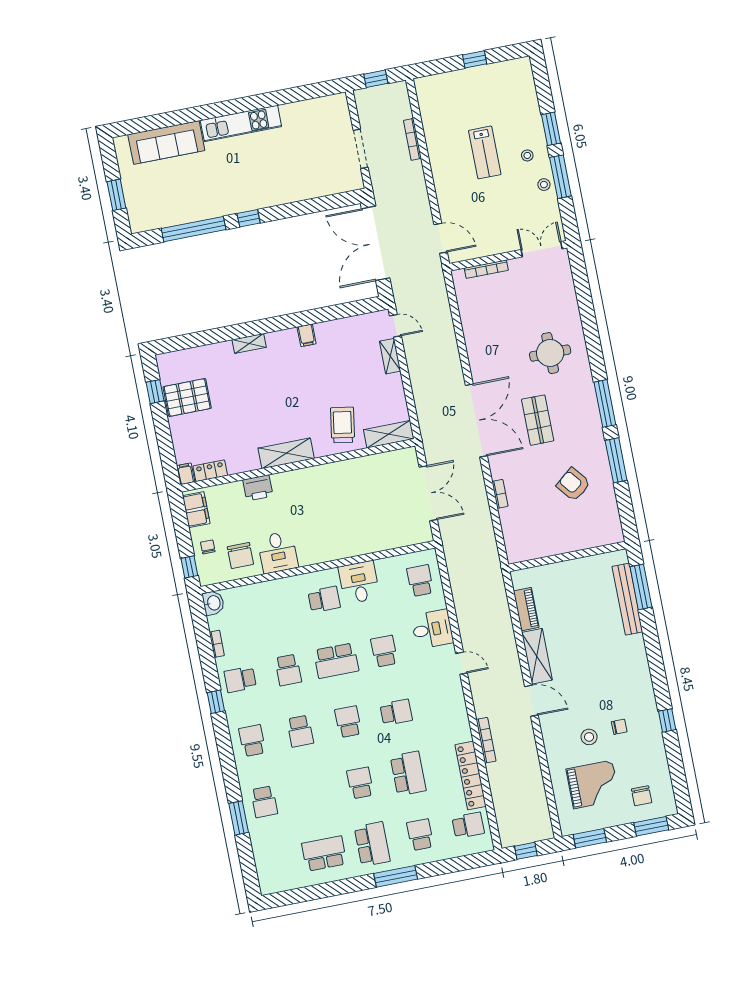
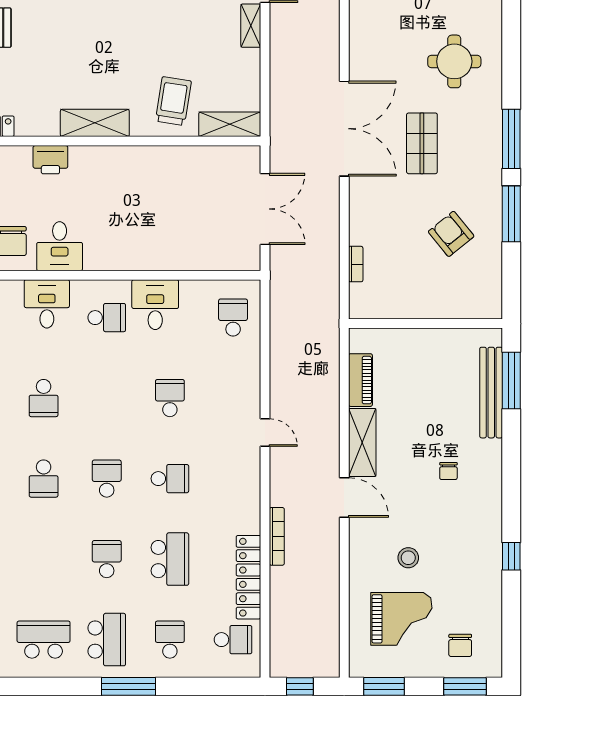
bookcase: (500, 494) -> (356, 264), moved
desk: (432, 629) -> (47, 304), moved, turned -90
school desk: (336, 661) -> (107, 398), removed
chair: (619, 727) -> (448, 471), moved, turned 90

